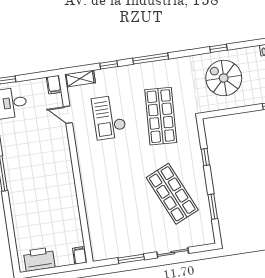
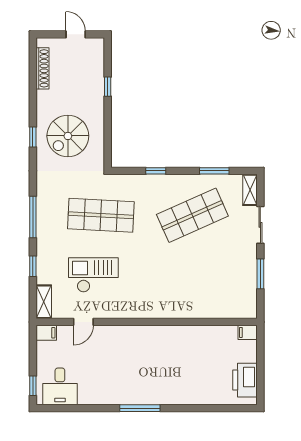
checkout: (109, 117) -> (93, 275), turned 180
shelving: (201, 239) -> (250, 190), added

